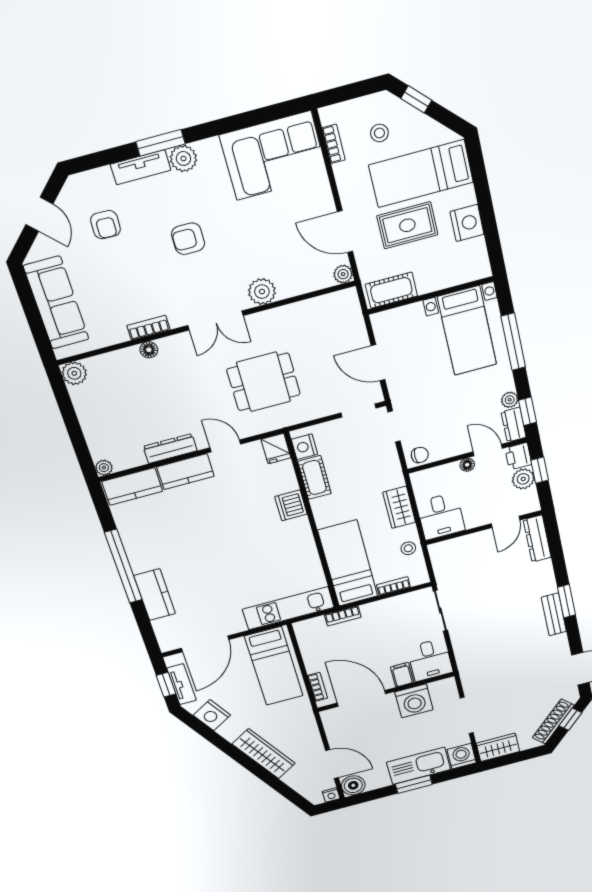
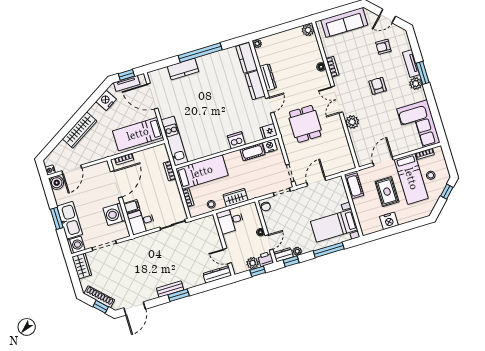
bed: (421, 174) -> (411, 179), moved, turned 180
plant: (343, 274) -> (362, 161), removed

